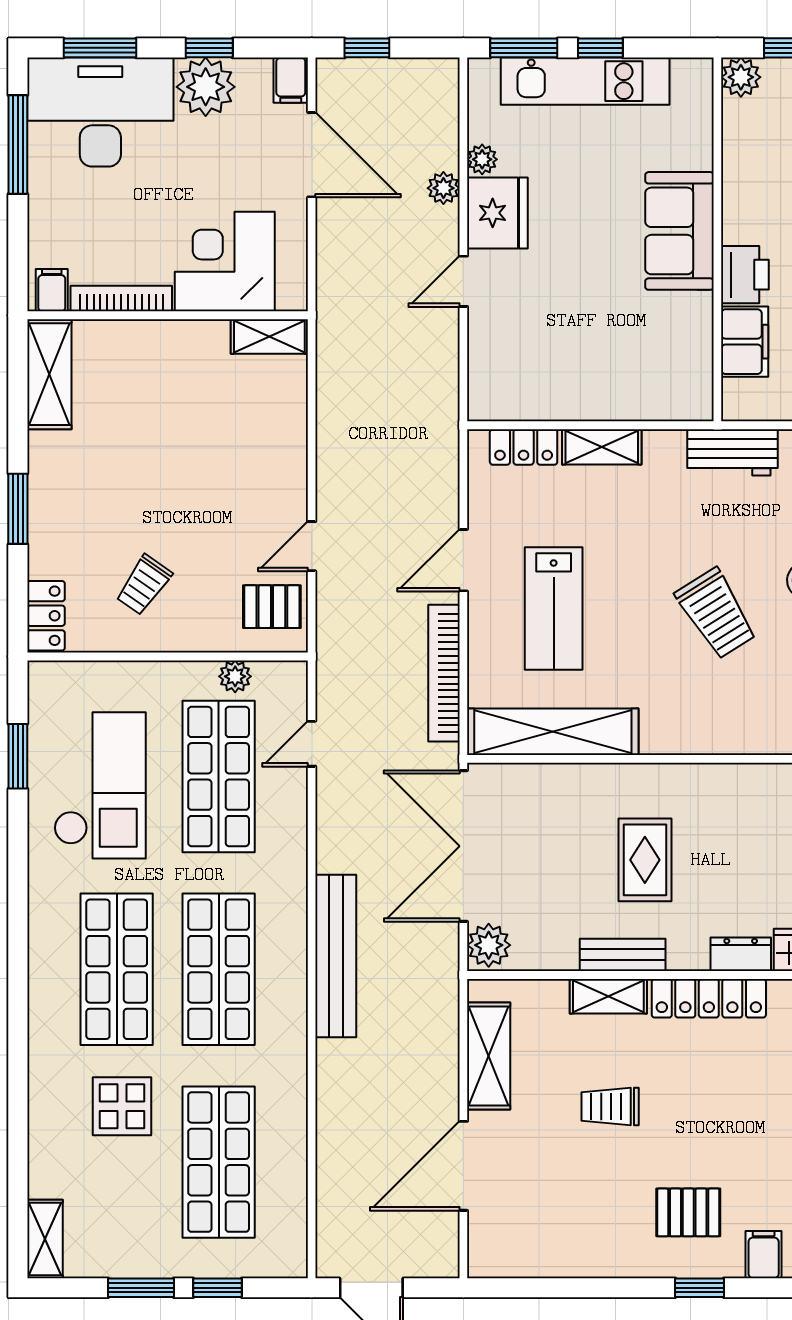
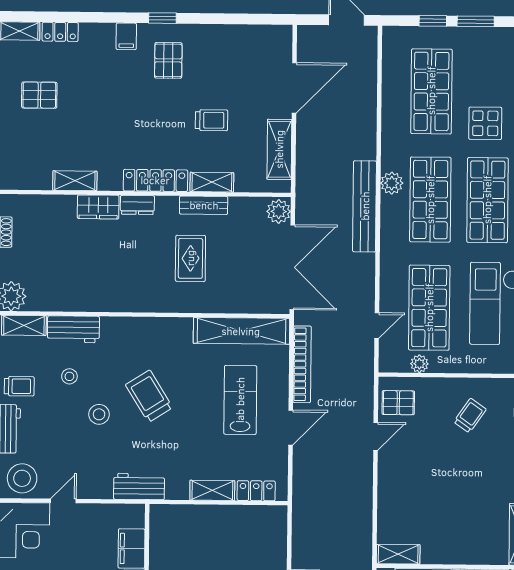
plant: (288, 998) -> (392, 183), added
pallet: (688, 1212) -> (168, 60), turned 90

